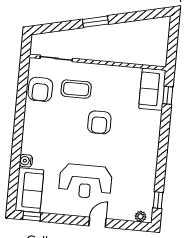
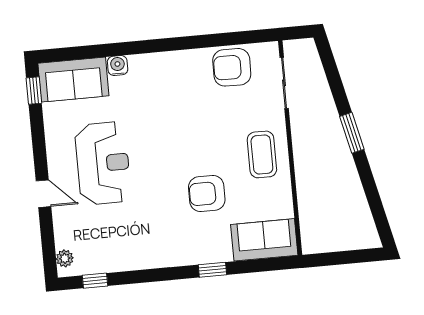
coffee table: (76, 89) -> (262, 154), moved
window: (168, 95) -> (212, 270), moved
armchair: (99, 122) -> (207, 193), moved
reception desk: (85, 181) -> (103, 163), turned 180

